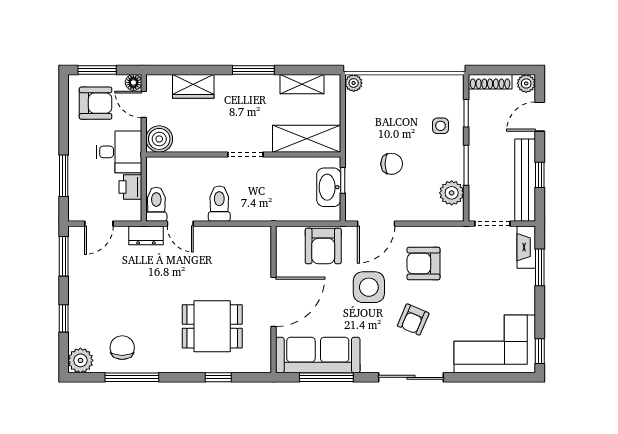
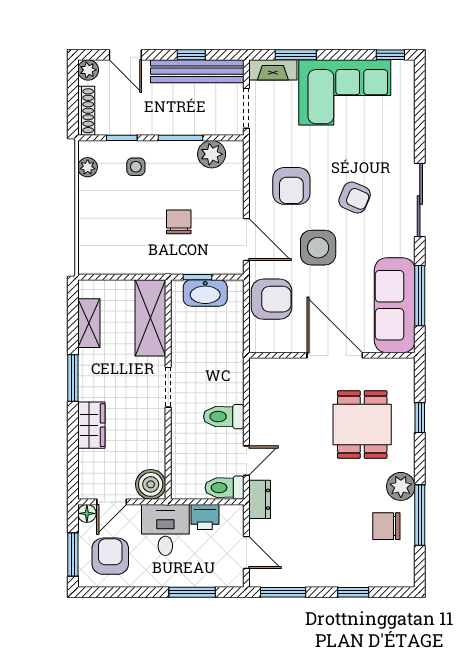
plant: (354, 83) -> (88, 167), moved
wardrobe: (193, 86) -> (91, 425), moved
corner sofa: (495, 344) -> (345, 92), moved, turned -90
plant: (80, 360) -> (401, 486), moved

